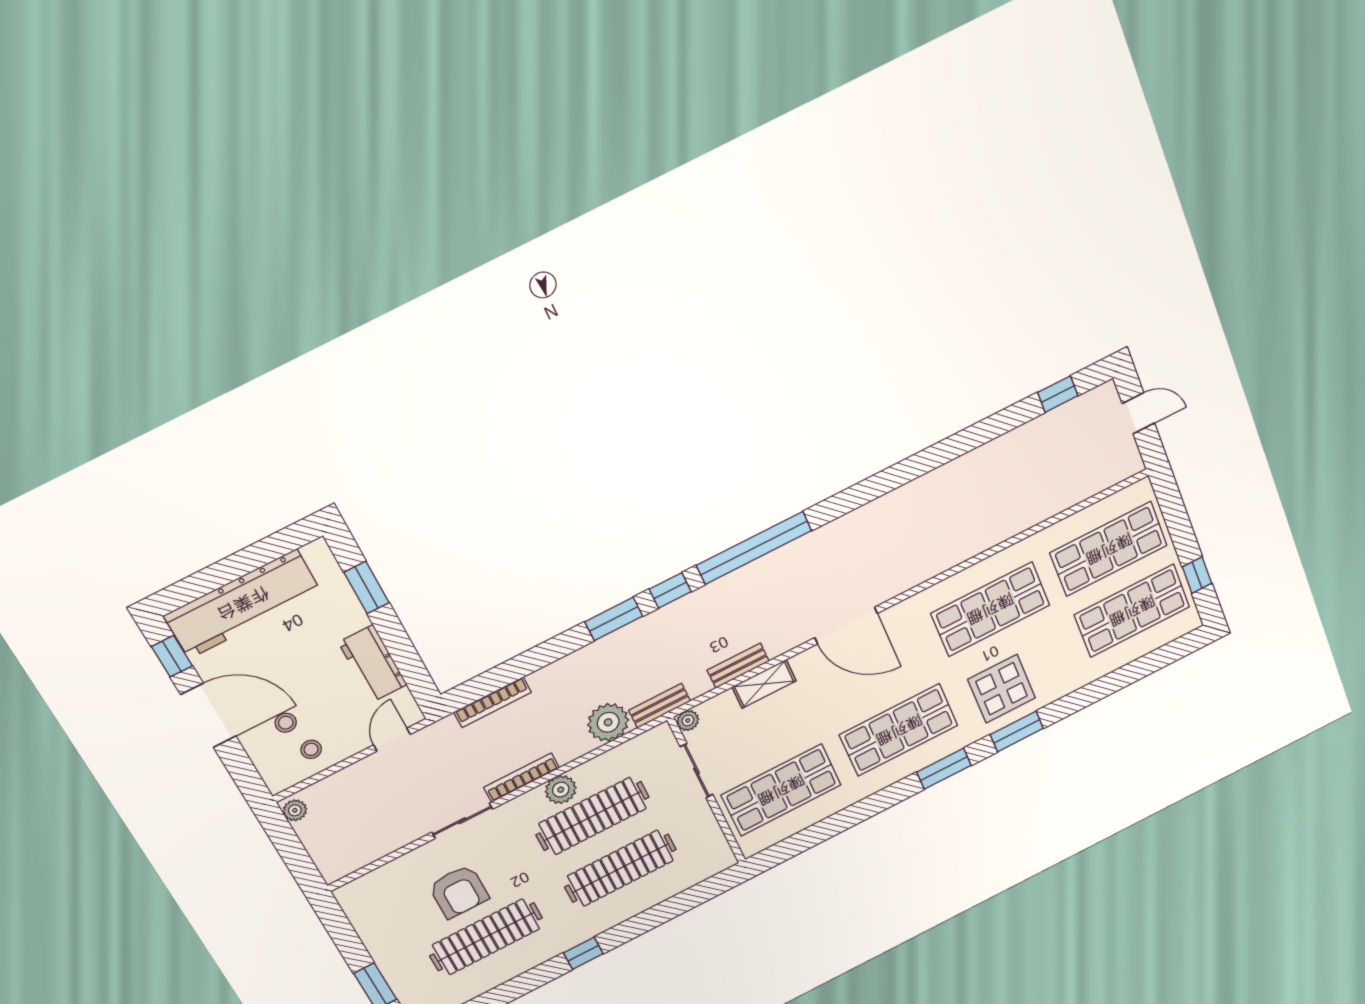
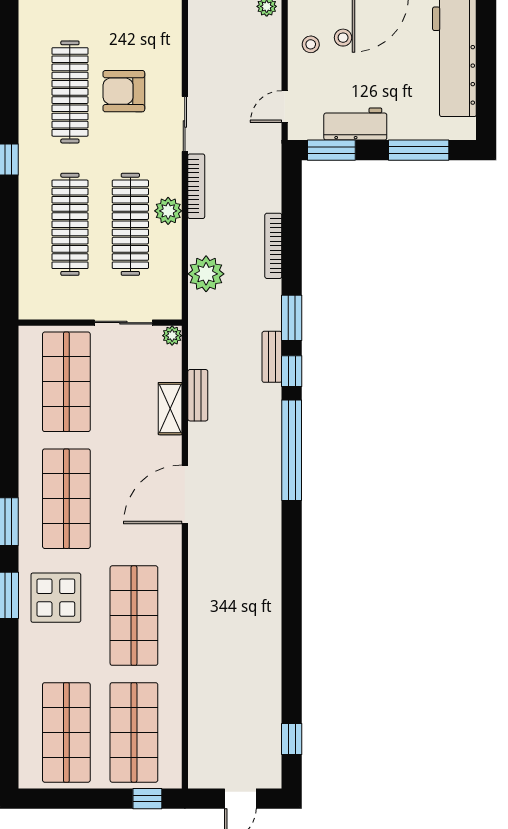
window: (1197, 575) -> (147, 799), moved
window: (367, 588) -> (419, 150), width x1.44
window: (414, 672) -> (331, 150), added
bookcase: (493, 702) -> (273, 246), moved
bench: (660, 706) -> (272, 357), moved
door: (392, 740) -> (285, 107), swing flipped

